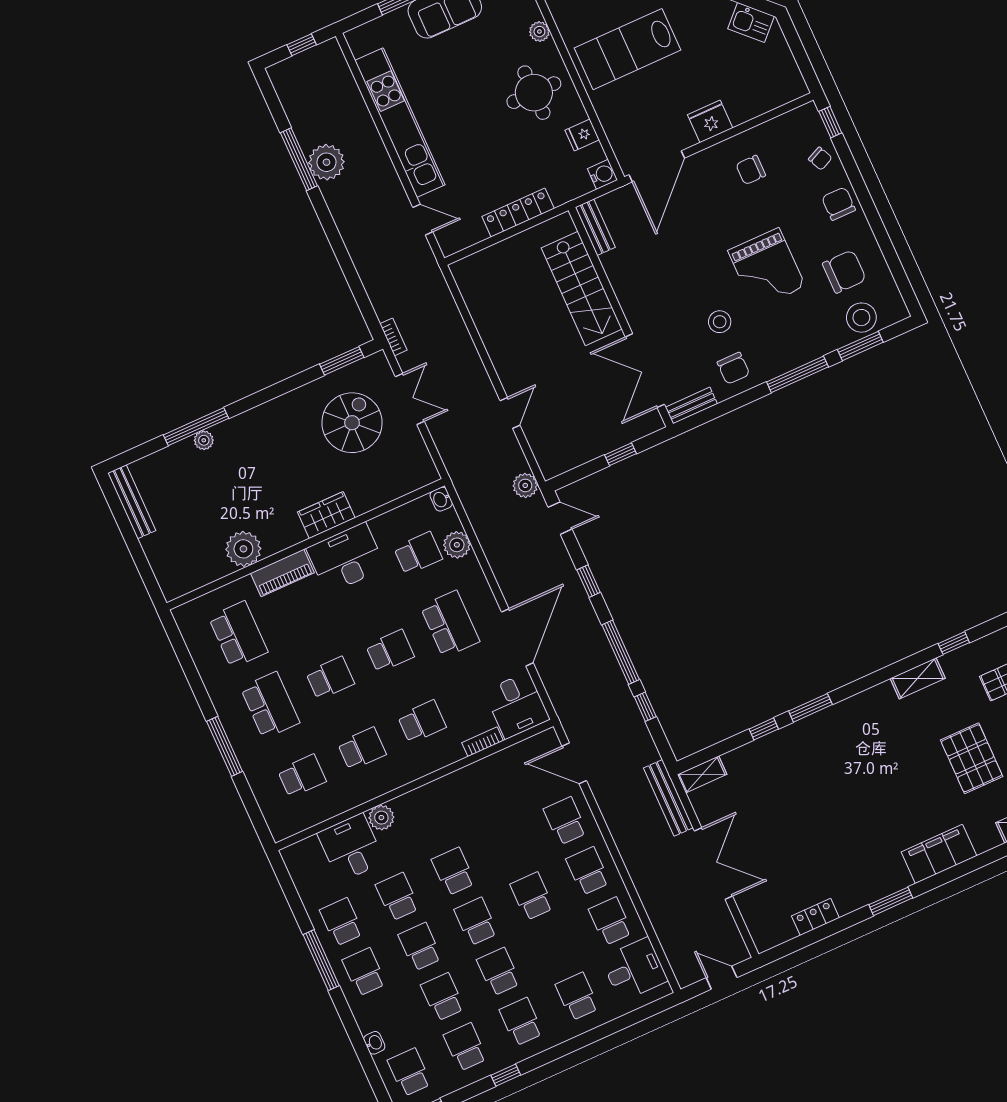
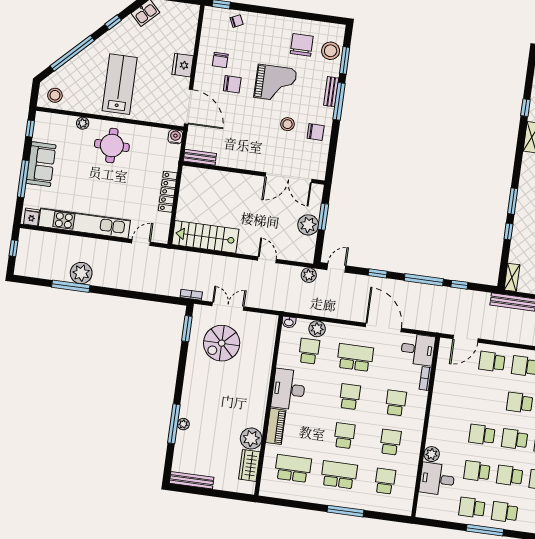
lab bench: (627, 49) -> (120, 84), turned 180
fridge: (582, 135) -> (32, 217), moved, turned 180
chair: (839, 204) -> (232, 84), moved, turned 180
stairs: (582, 288) -> (205, 237), moved, turned 180
bench: (691, 405) -> (331, 92), moved
spiral stairs: (352, 423) -> (222, 343), turned -90
plant: (596, 440) -> (308, 225), added
window: (621, 454) -> (323, 217), width x1.50
wardrobe: (326, 515) -> (249, 465), moved

